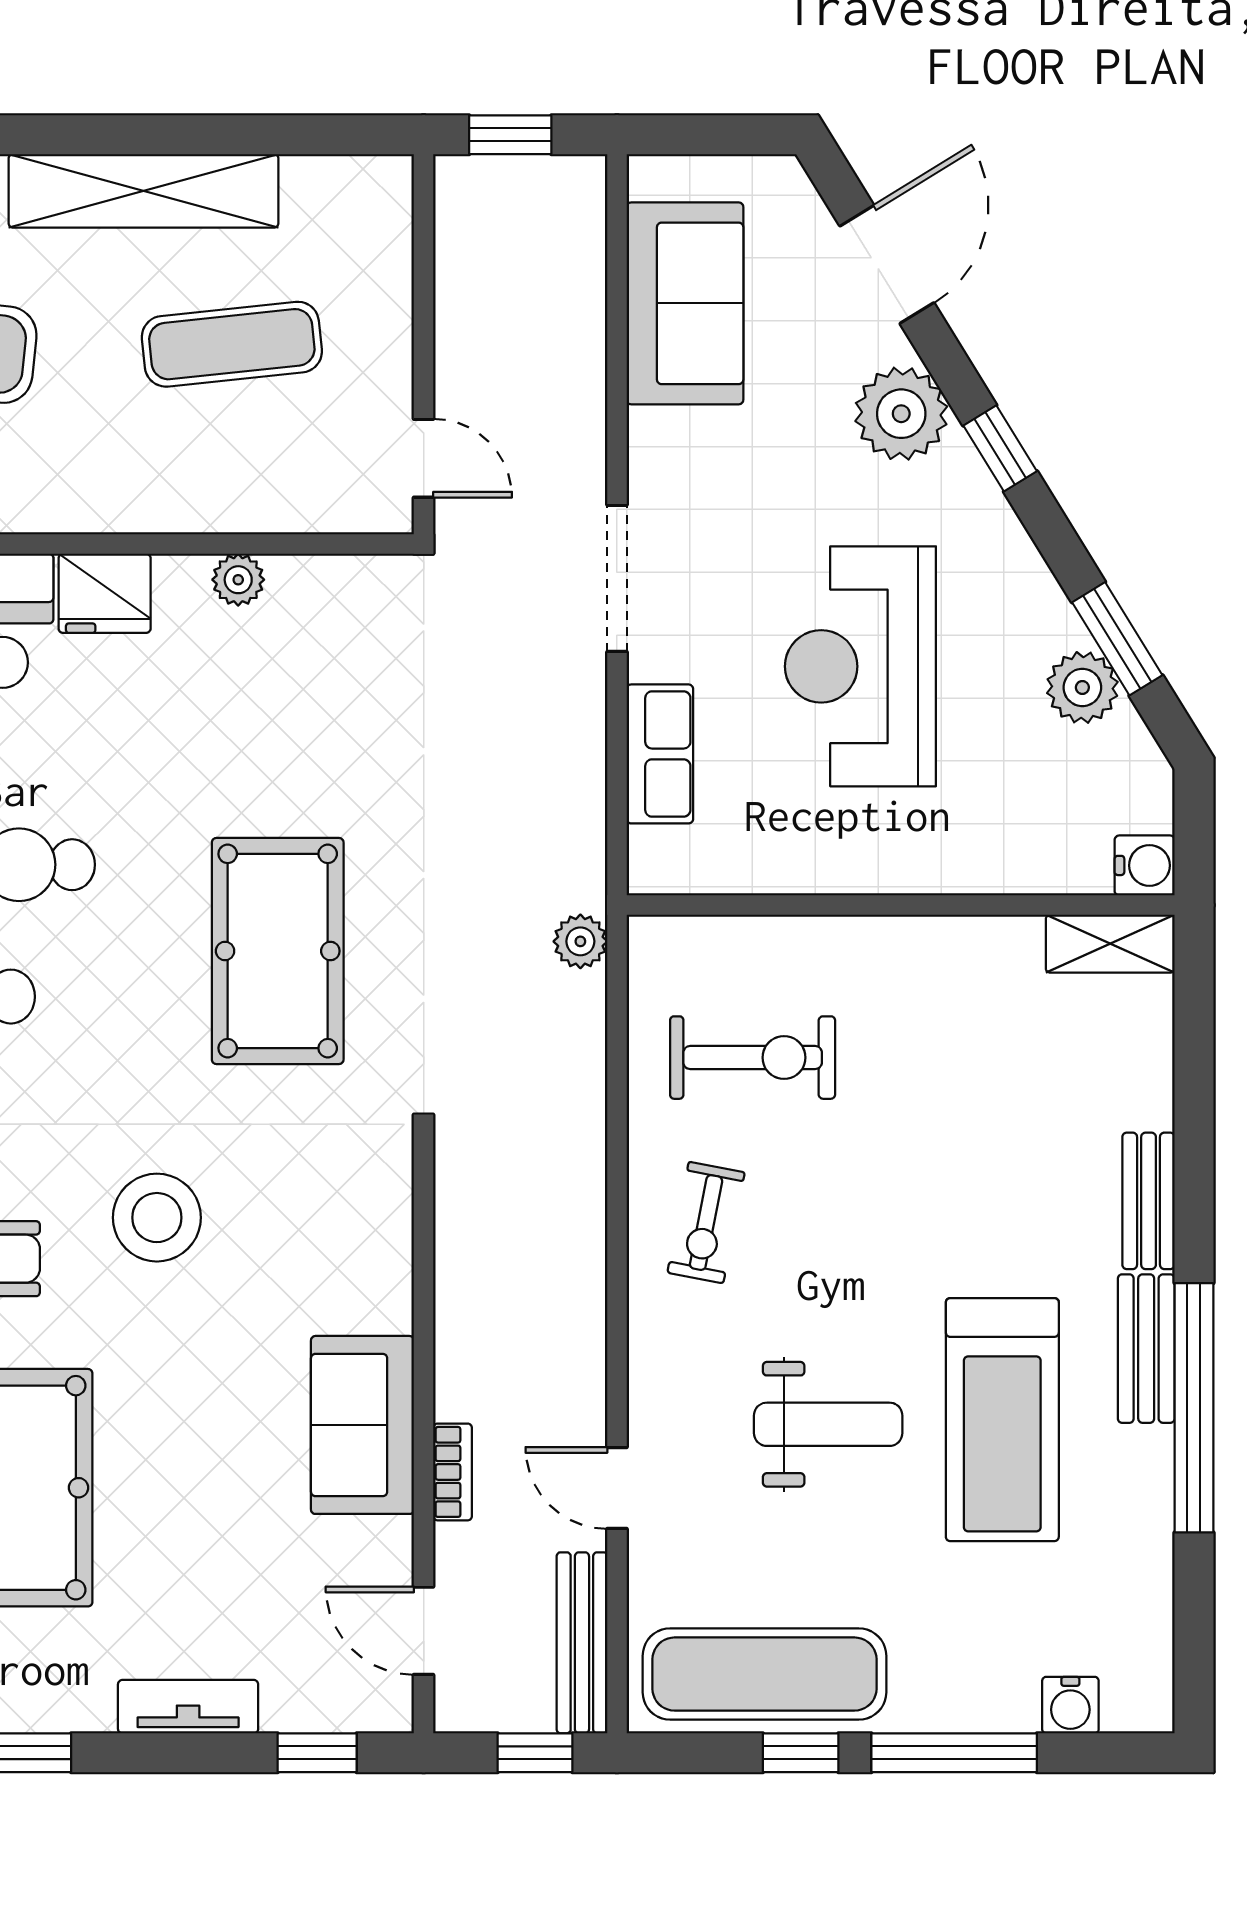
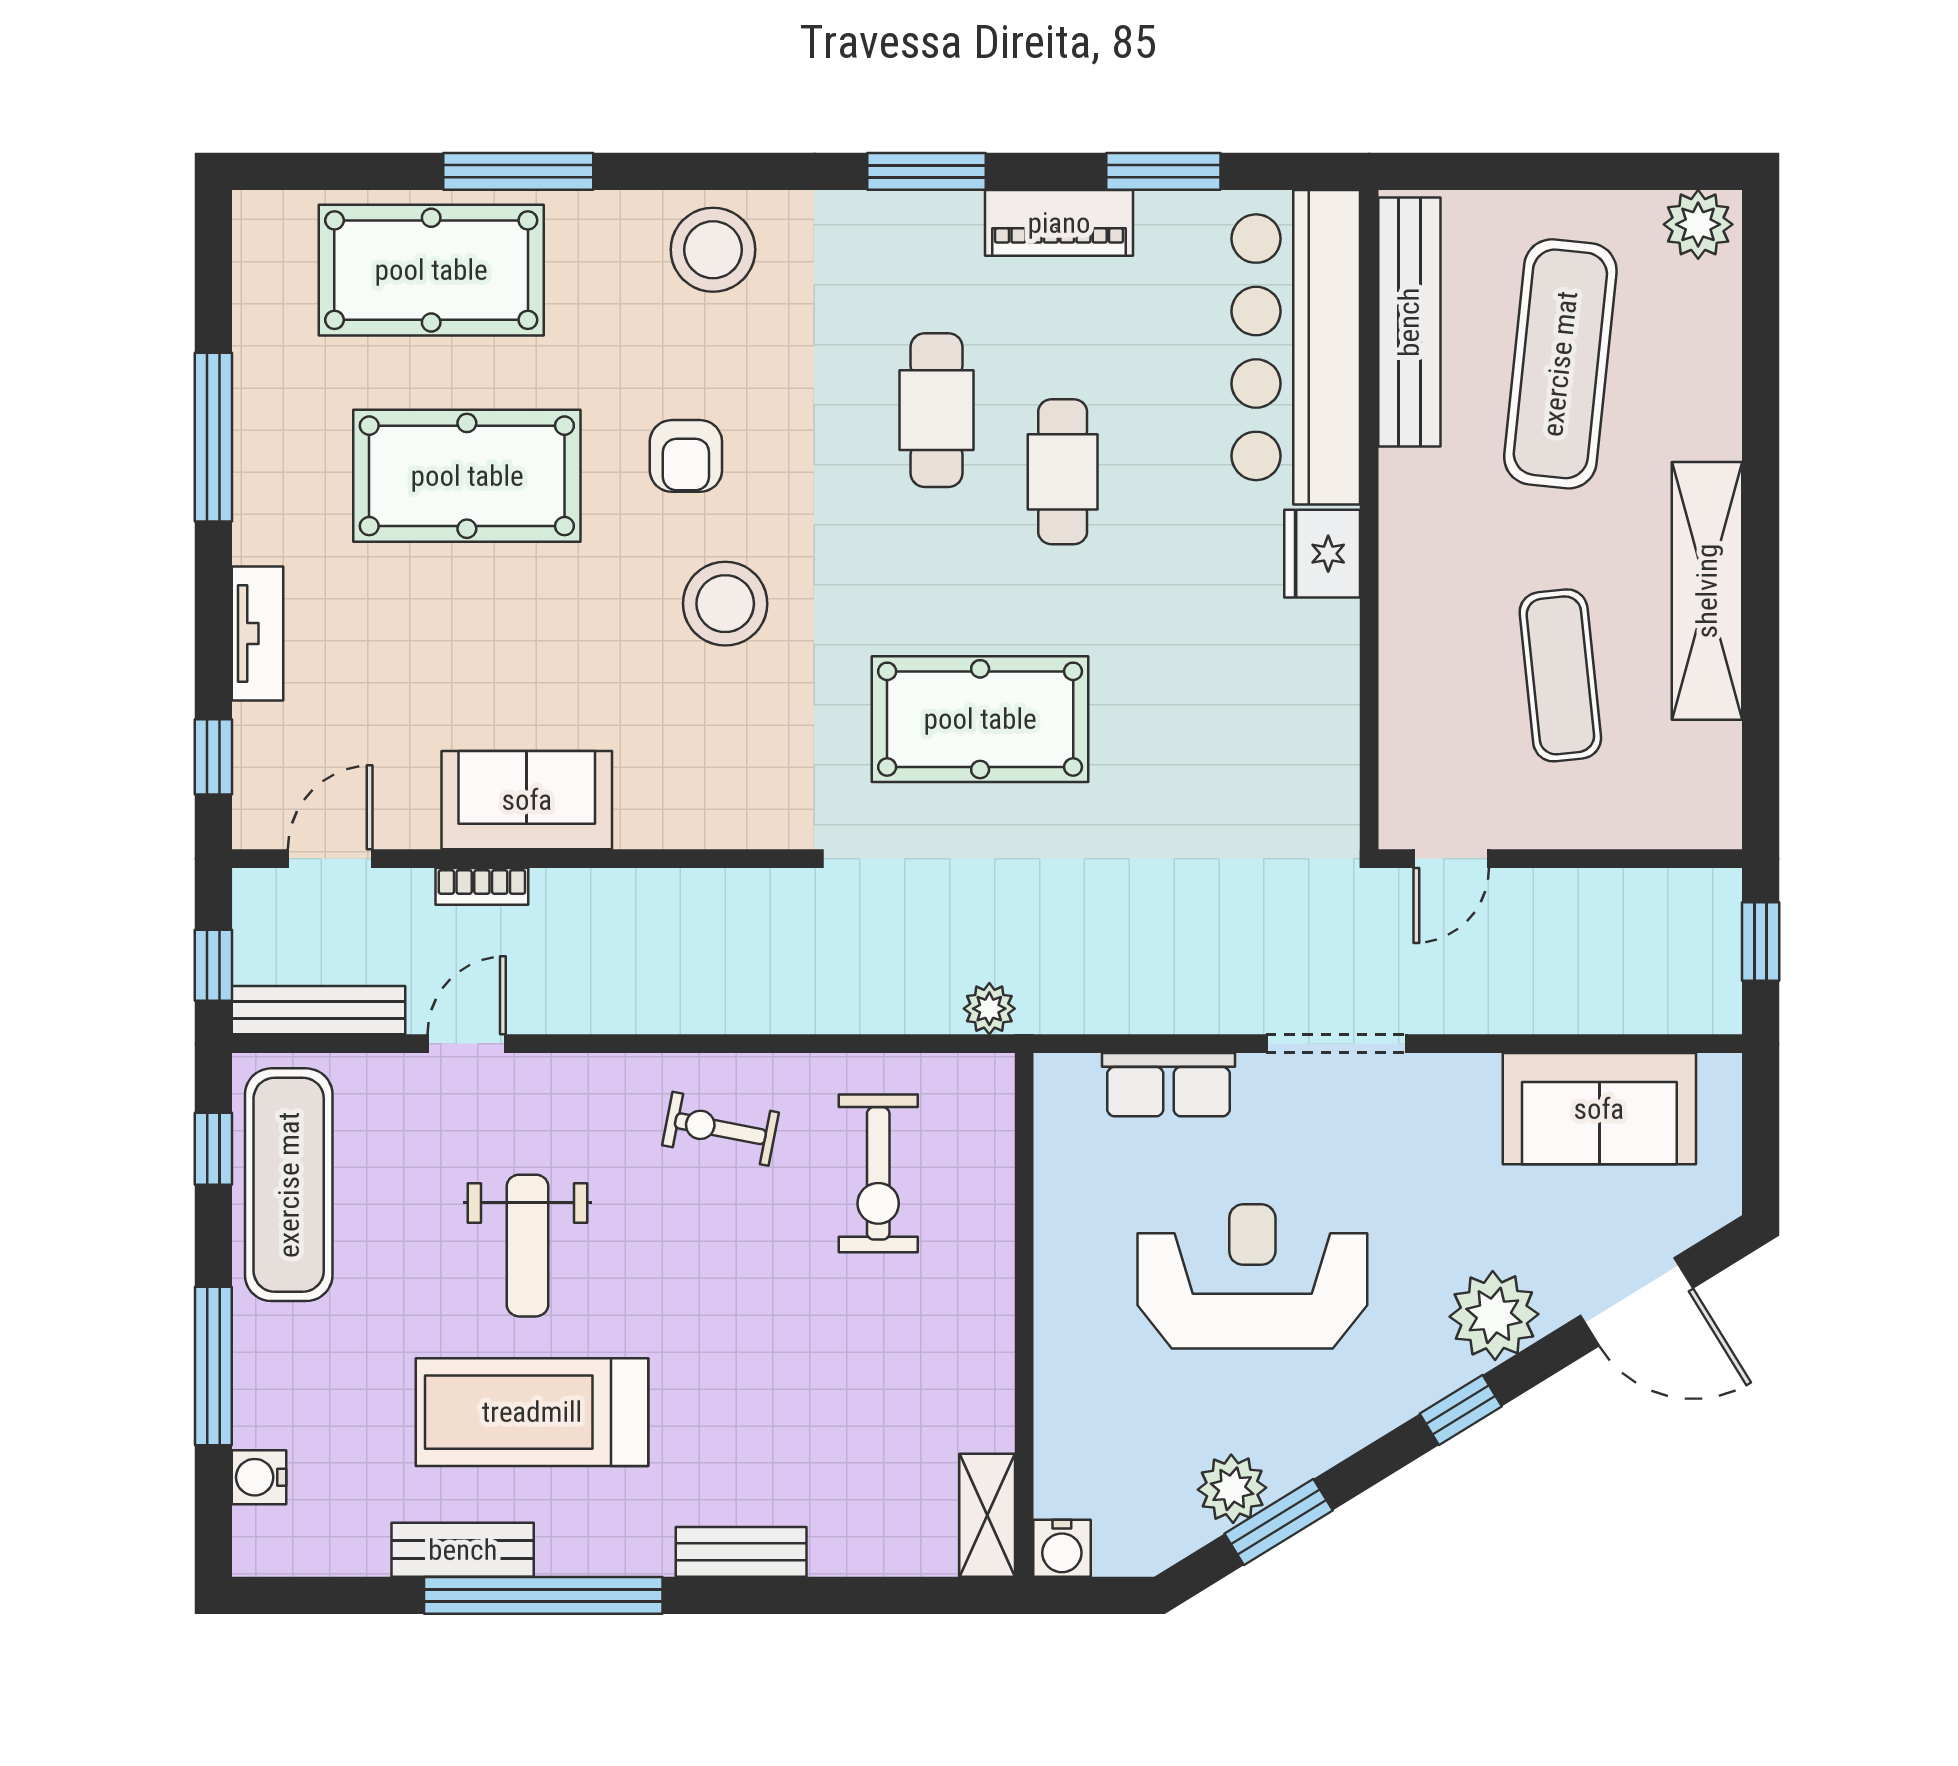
plant: (238, 580) -> (1335, 681), removed
bench: (1146, 1349) -> (463, 1550), moved
window: (801, 1753) -> (213, 1149), moved

